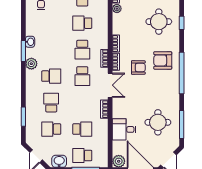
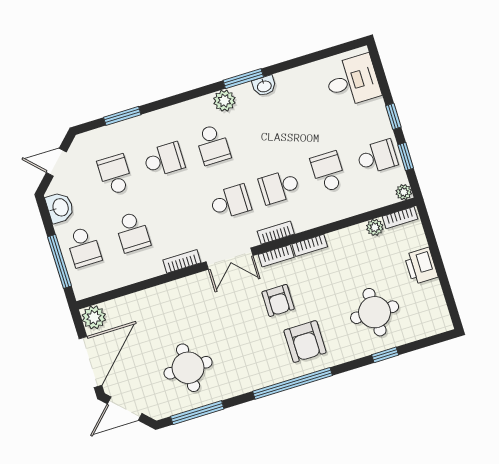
armchair: (163, 60) -> (305, 342), turned 180
school desk: (82, 76) -> (230, 202), turned 180
desk: (124, 129) -> (156, 309), removed
school desk: (82, 156) -> (84, 247), turned 180

